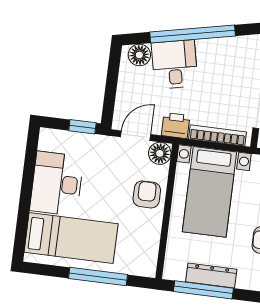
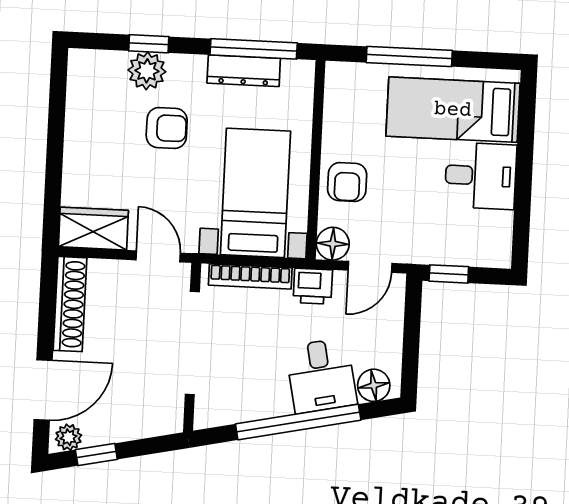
desk: (57, 184) -> (481, 176), width x0.73

